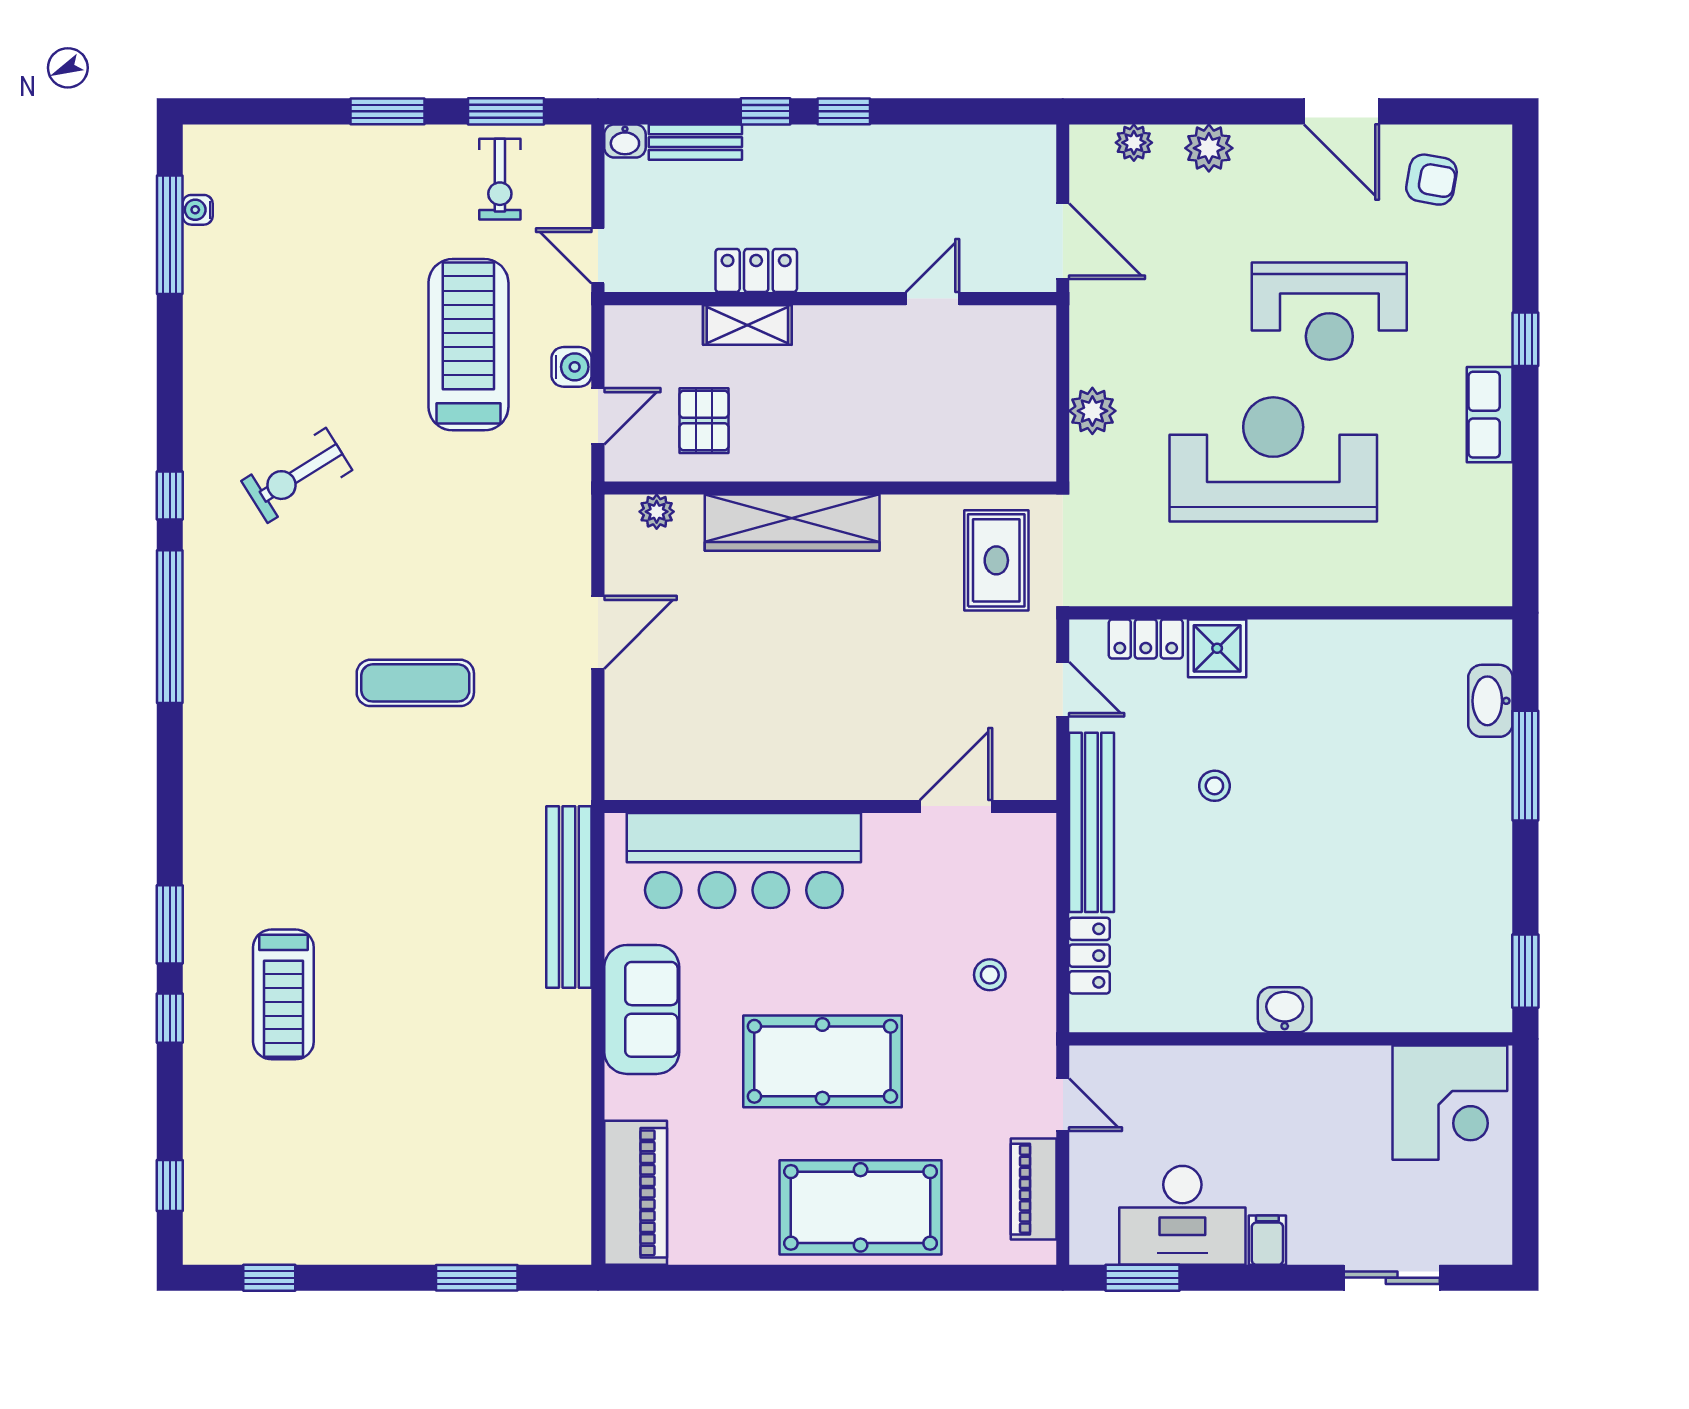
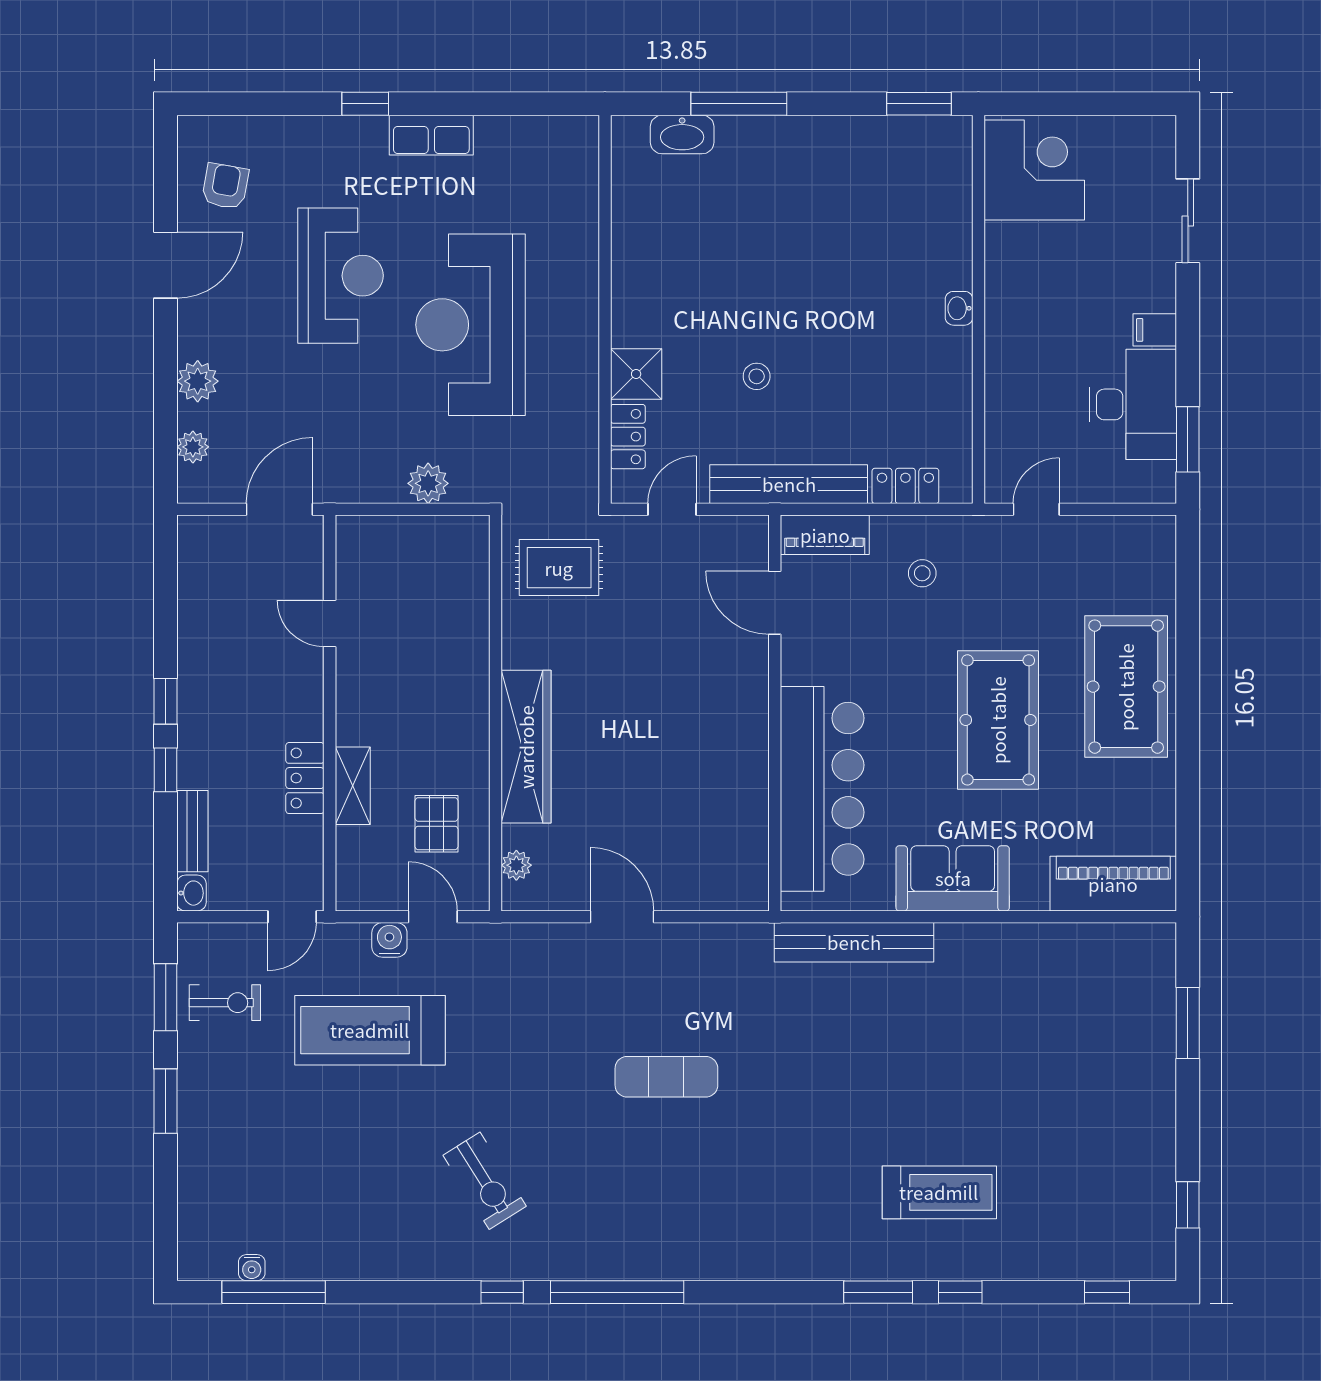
pallet: (704, 421) -> (436, 824), turned 90
exercise mat: (415, 683) -> (666, 1077), turned 90
washbasin: (1285, 1010) -> (959, 308), width x0.72, depth x0.69
piano: (1034, 1189) -> (825, 535), moved

